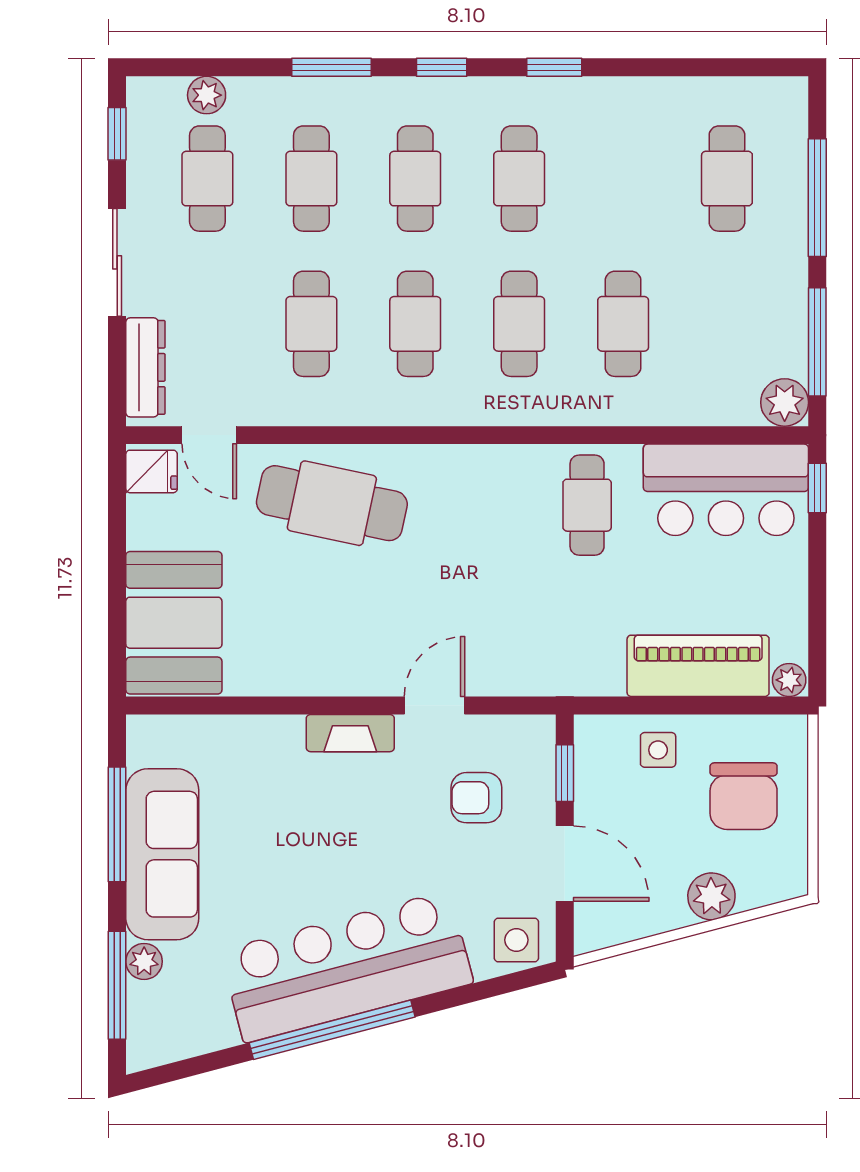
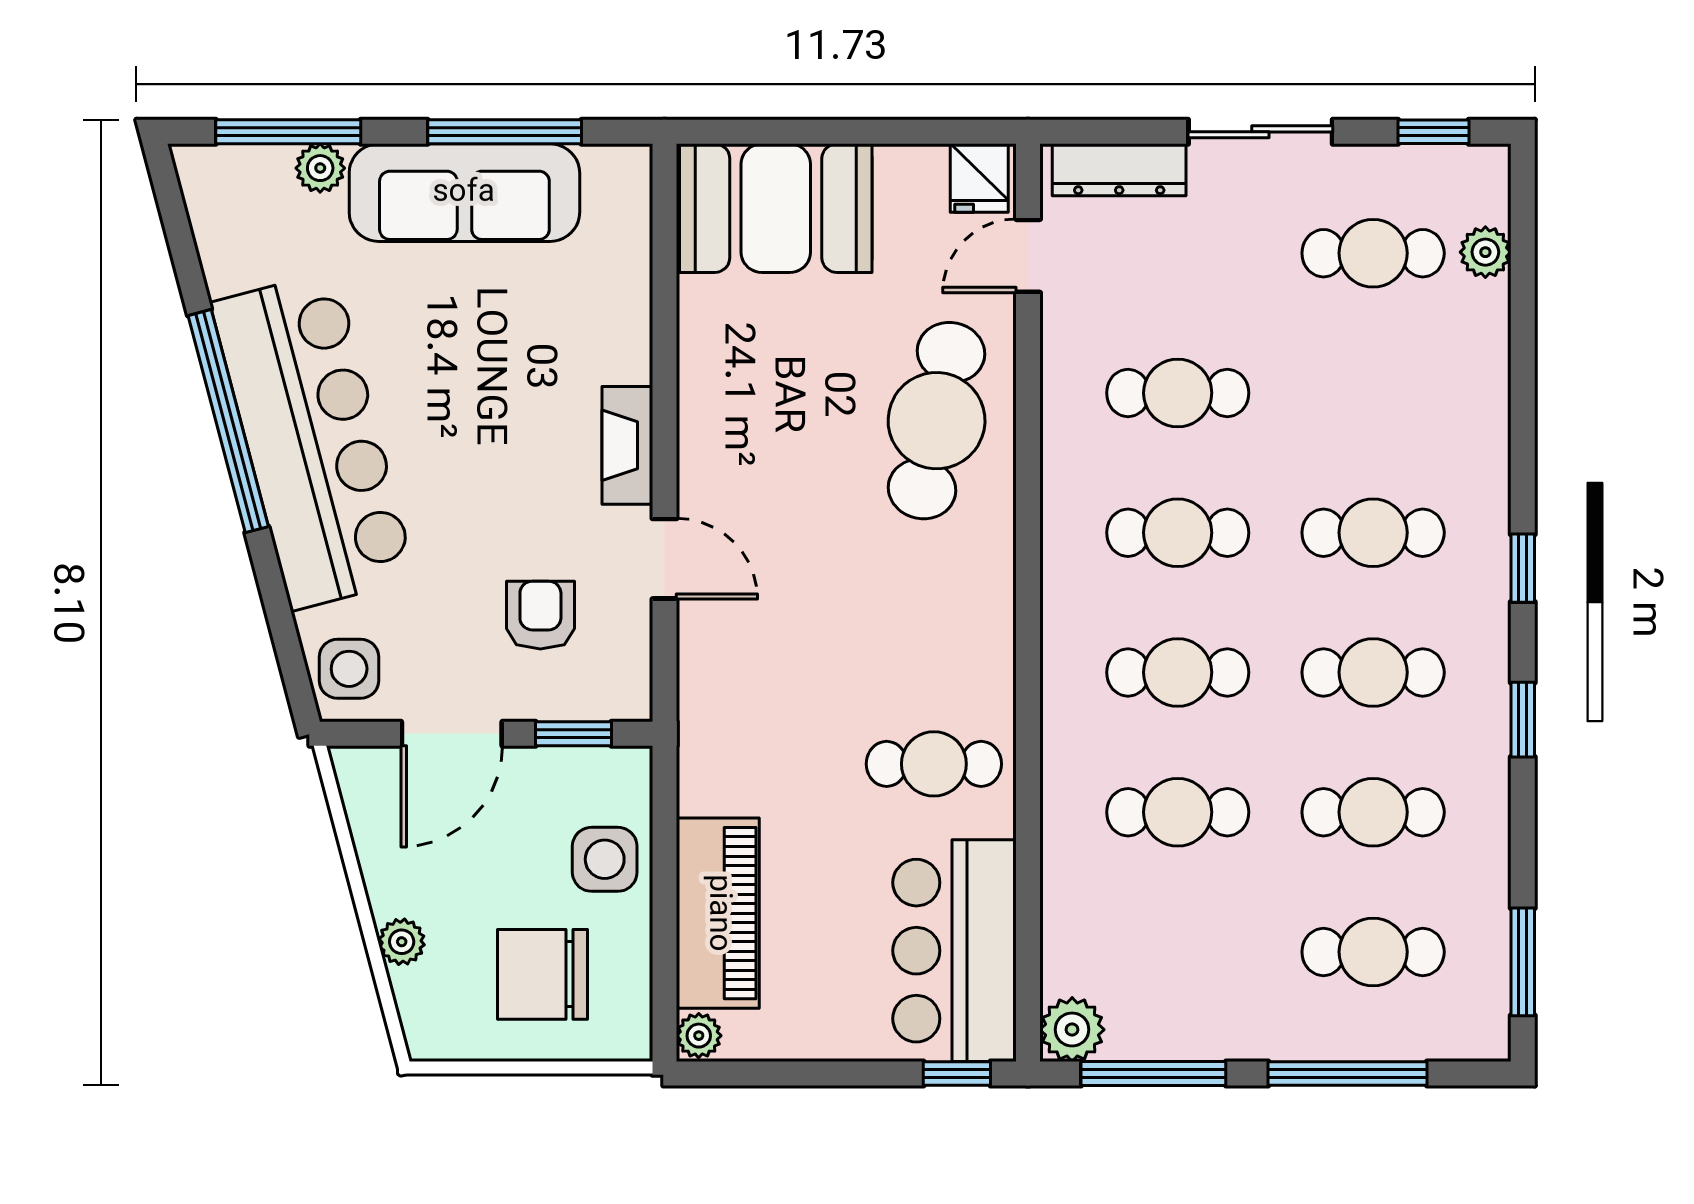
window: (332, 67) -> (1523, 962), moved
cafe table: (311, 179) -> (1373, 812), moved
side table: (658, 750) -> (605, 859), width x1.37, depth x1.37
plant: (711, 896) -> (402, 942), width x0.73, depth x0.73

